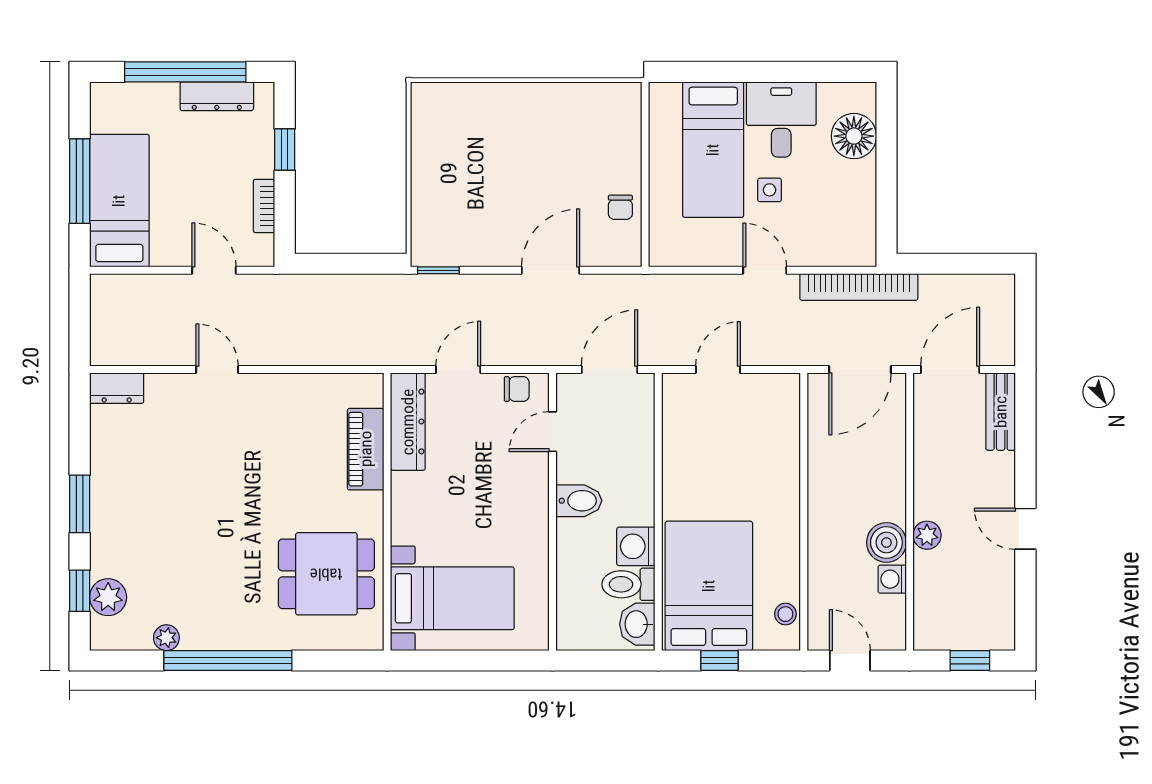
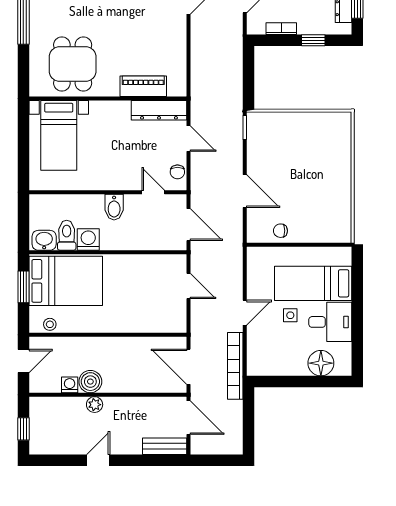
window: (719, 660) -> (23, 287), width x1.50

